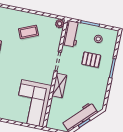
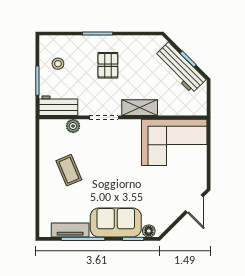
plant: (60, 24) -> (73, 126), moved
pallet: (91, 60) -> (108, 65), moved

